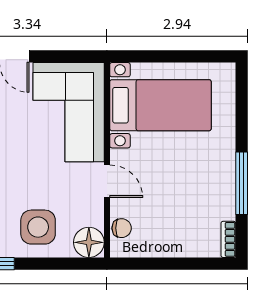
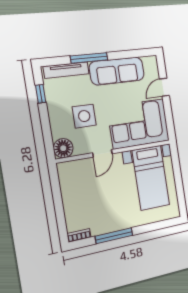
side table: (38, 227) -> (84, 116), moved
chair: (122, 228) -> (75, 167), removed

